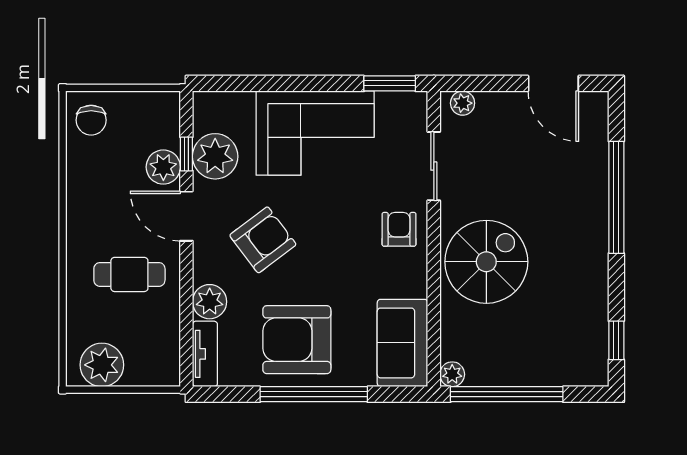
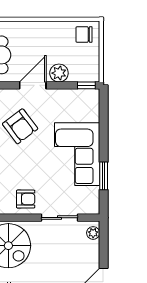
window: (390, 83) -> (104, 176), moved
window: (186, 154) -> (86, 85), moved
plant: (215, 156) -> (65, 101), removed

